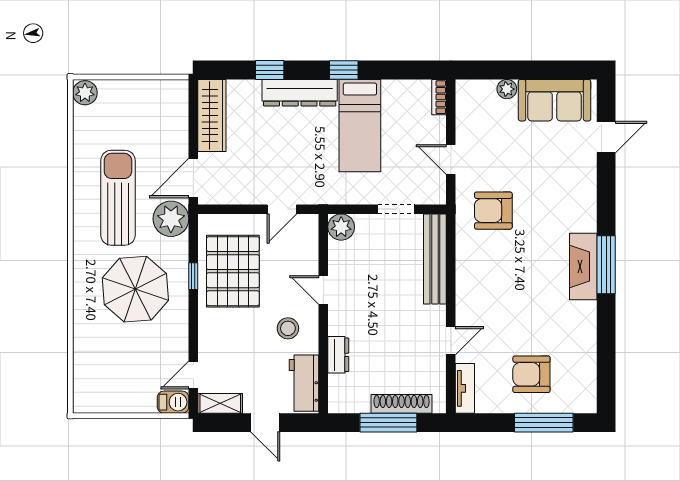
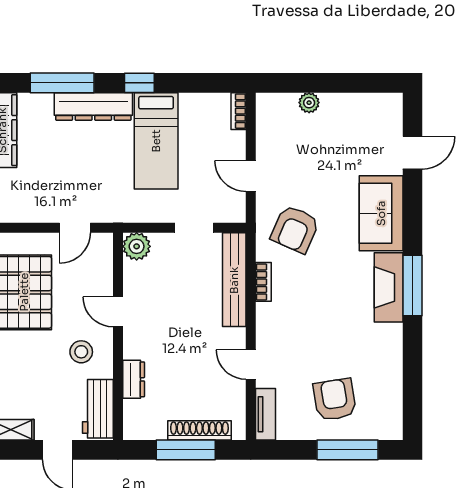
window: (270, 70) -> (62, 83), width x2.17
sofa: (555, 100) -> (381, 213), moved, turned 90
armchair: (493, 211) -> (295, 229), turned -66
bookcase: (463, 261) -> (263, 282), added
door: (451, 341) -> (251, 365), swing flipped
armchair: (531, 374) -> (335, 400), turned 81

